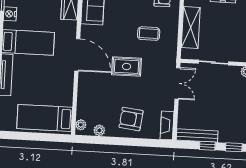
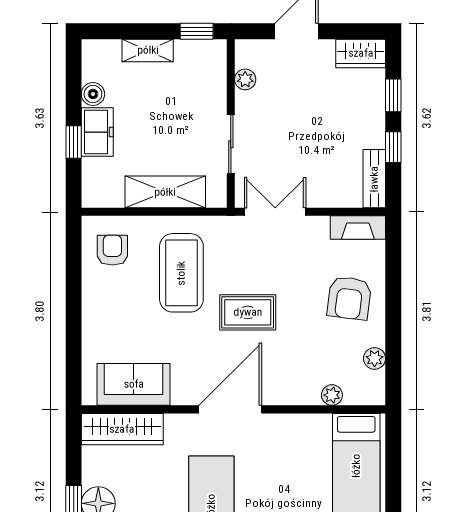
coffee table: (149, 34) -> (181, 273), width x1.86, depth x1.72
rug: (127, 66) -> (248, 312), turned 90
plant: (81, 125) -> (332, 395), moved
bench: (197, 135) -> (374, 179), width x0.73

